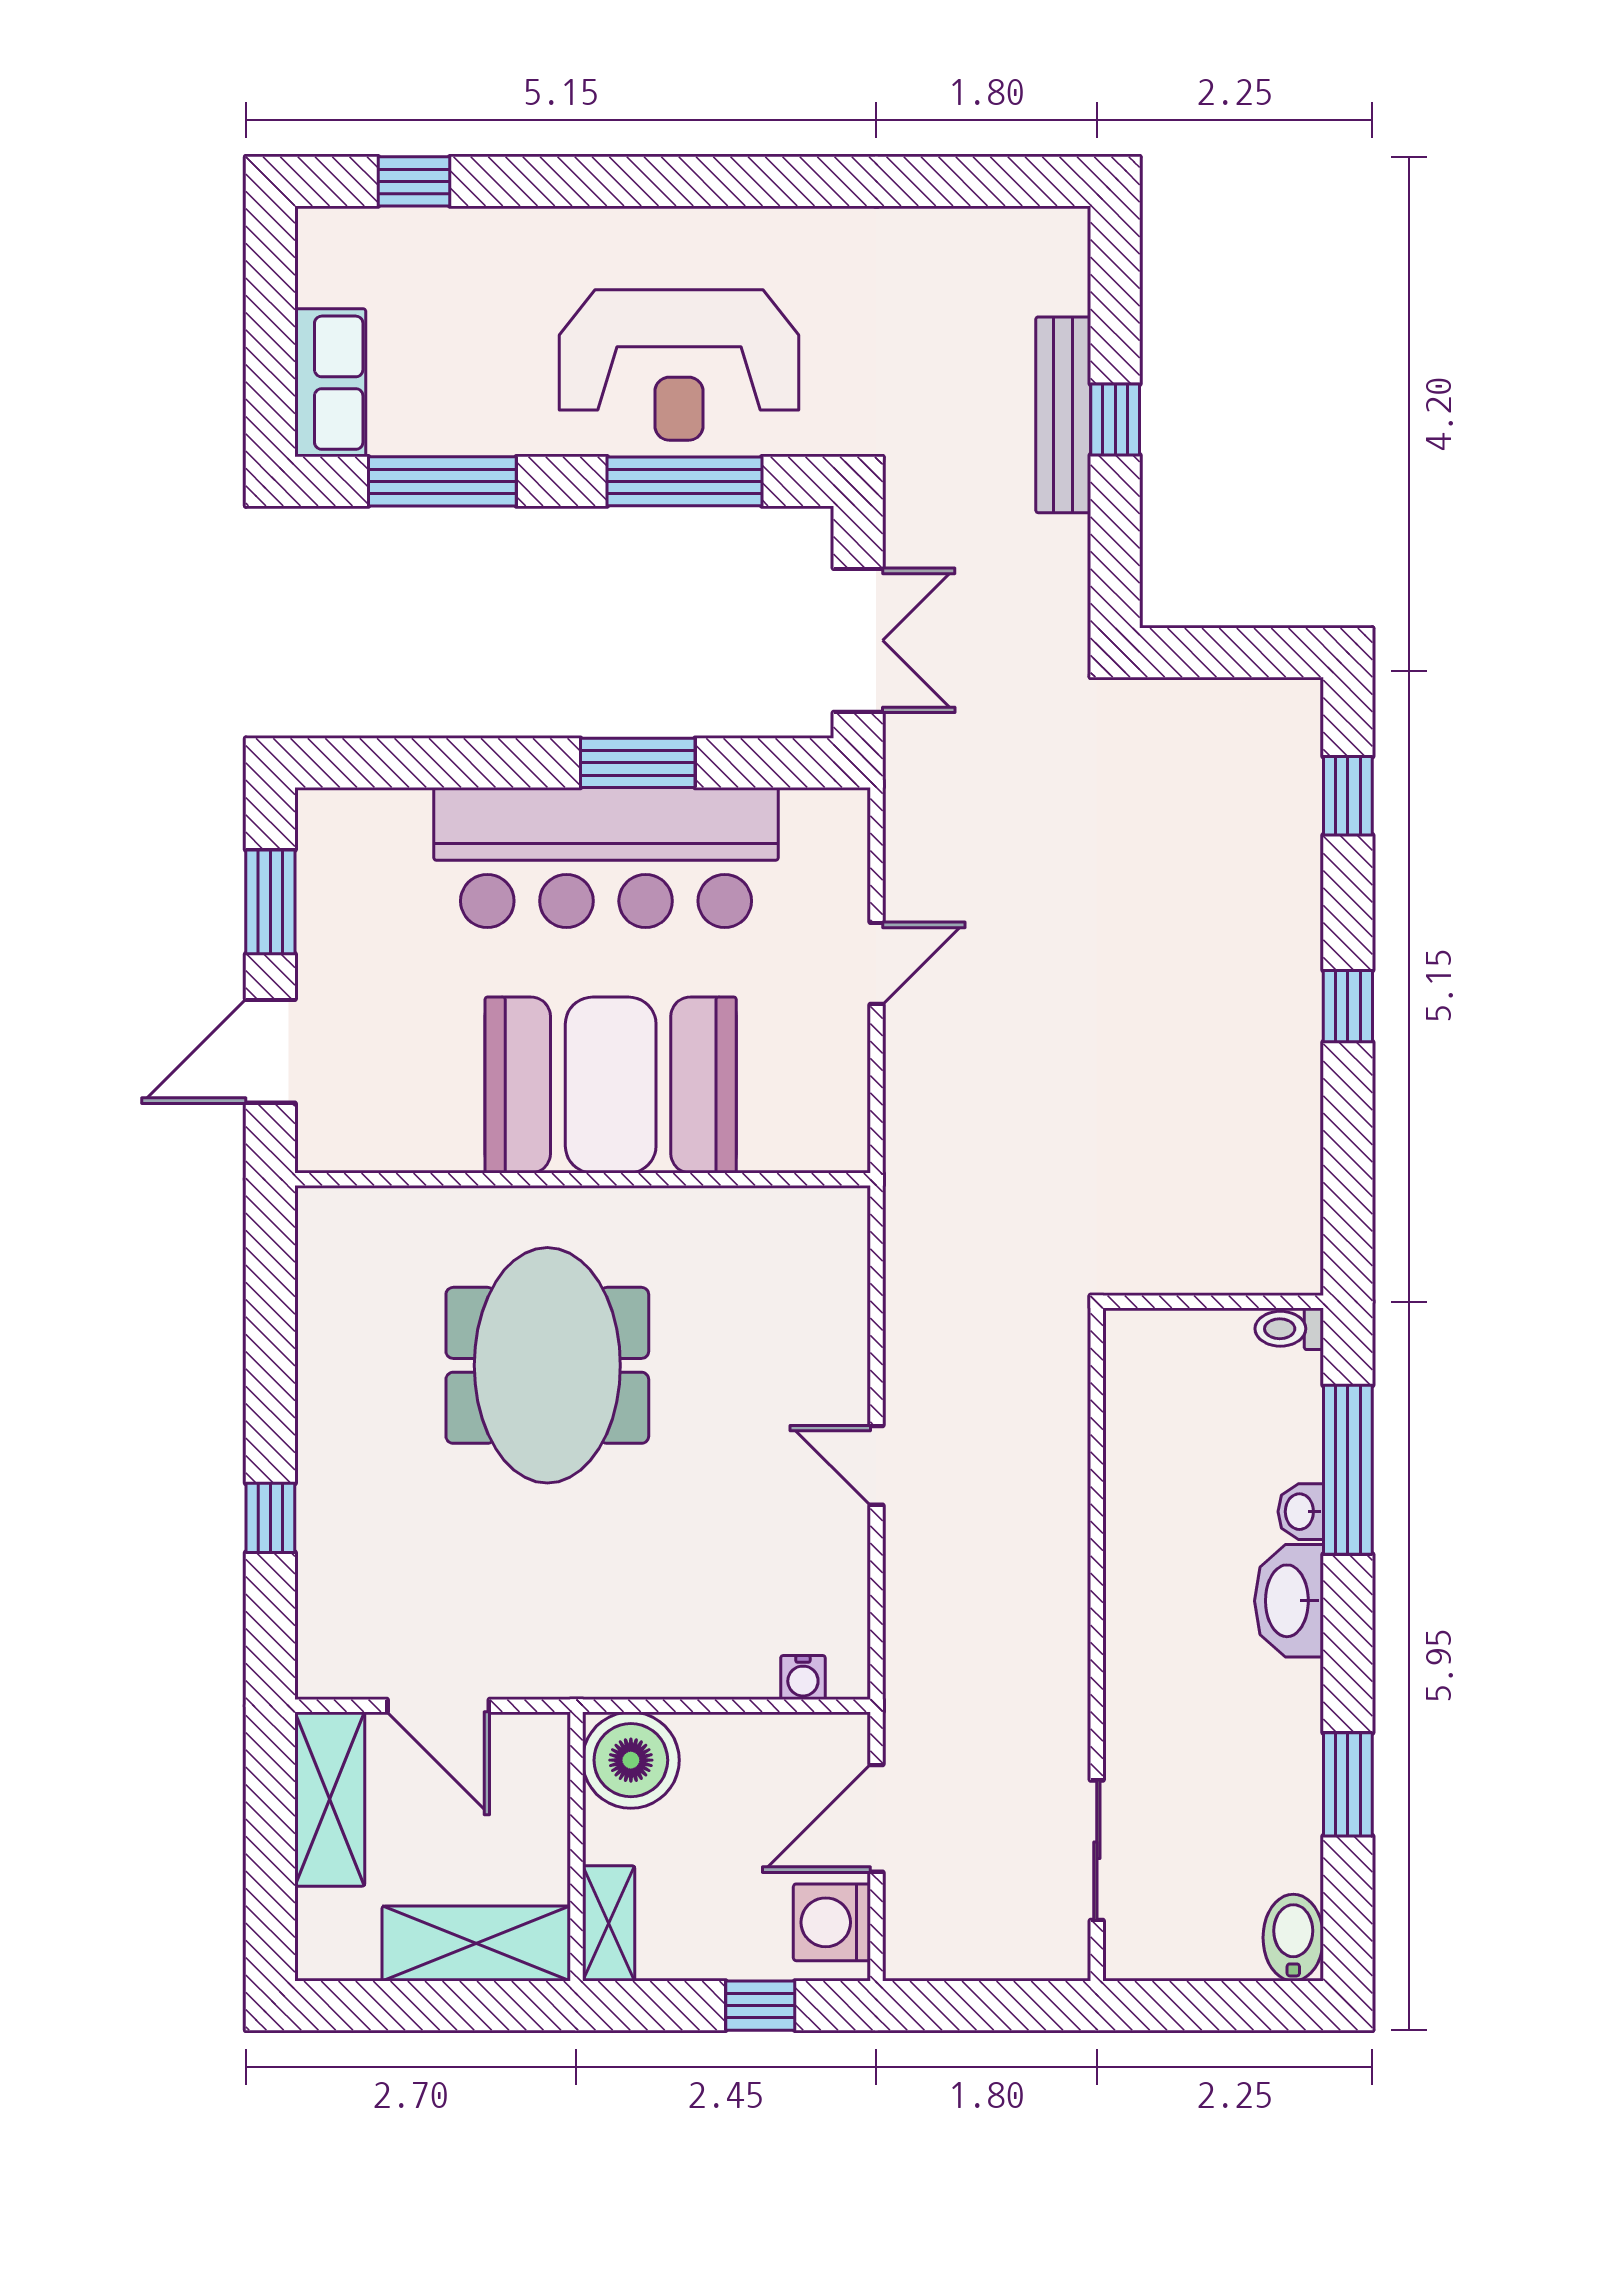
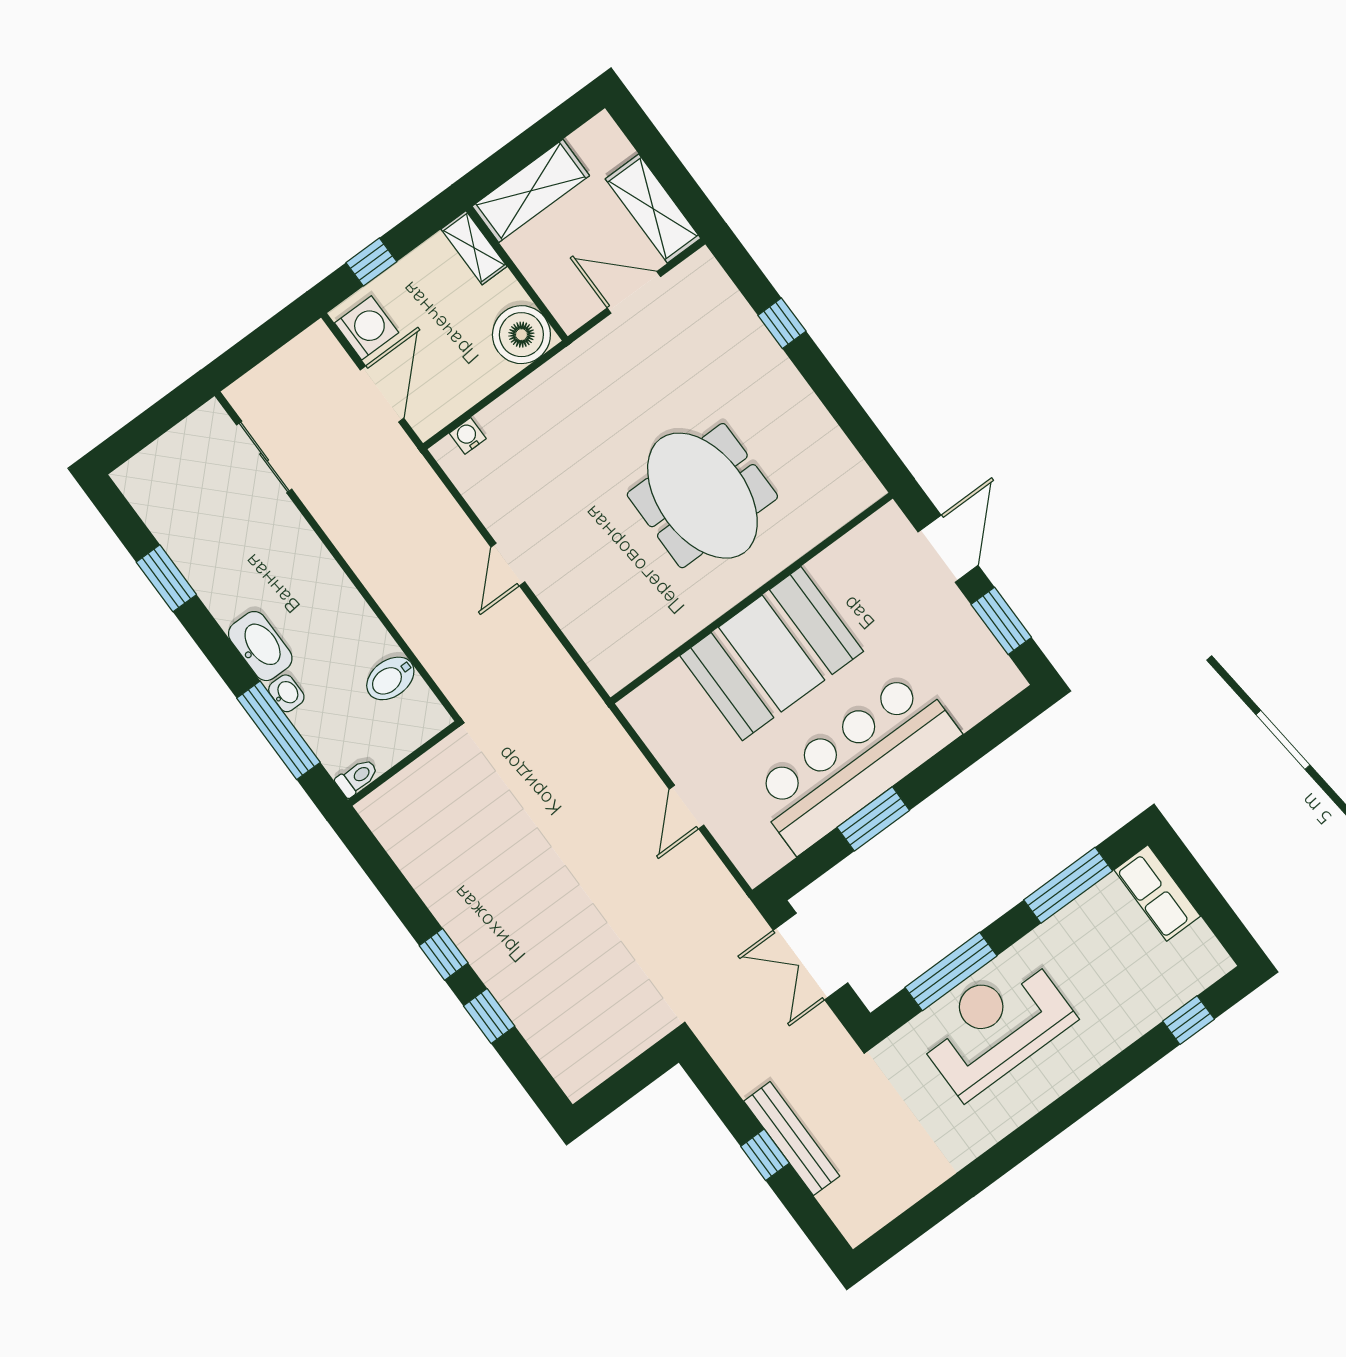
window: (1348, 796) -> (489, 1016), moved
door: (876, 1465) -> (508, 565), swing flipped
bidet: (1293, 1938) -> (390, 678), moved, turned 90

